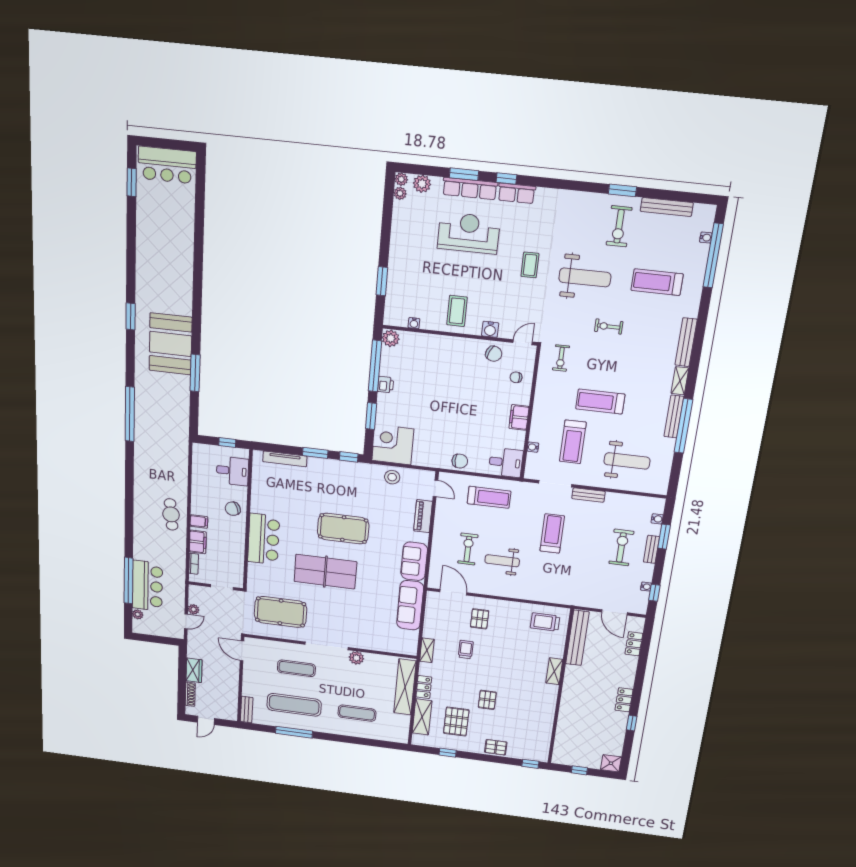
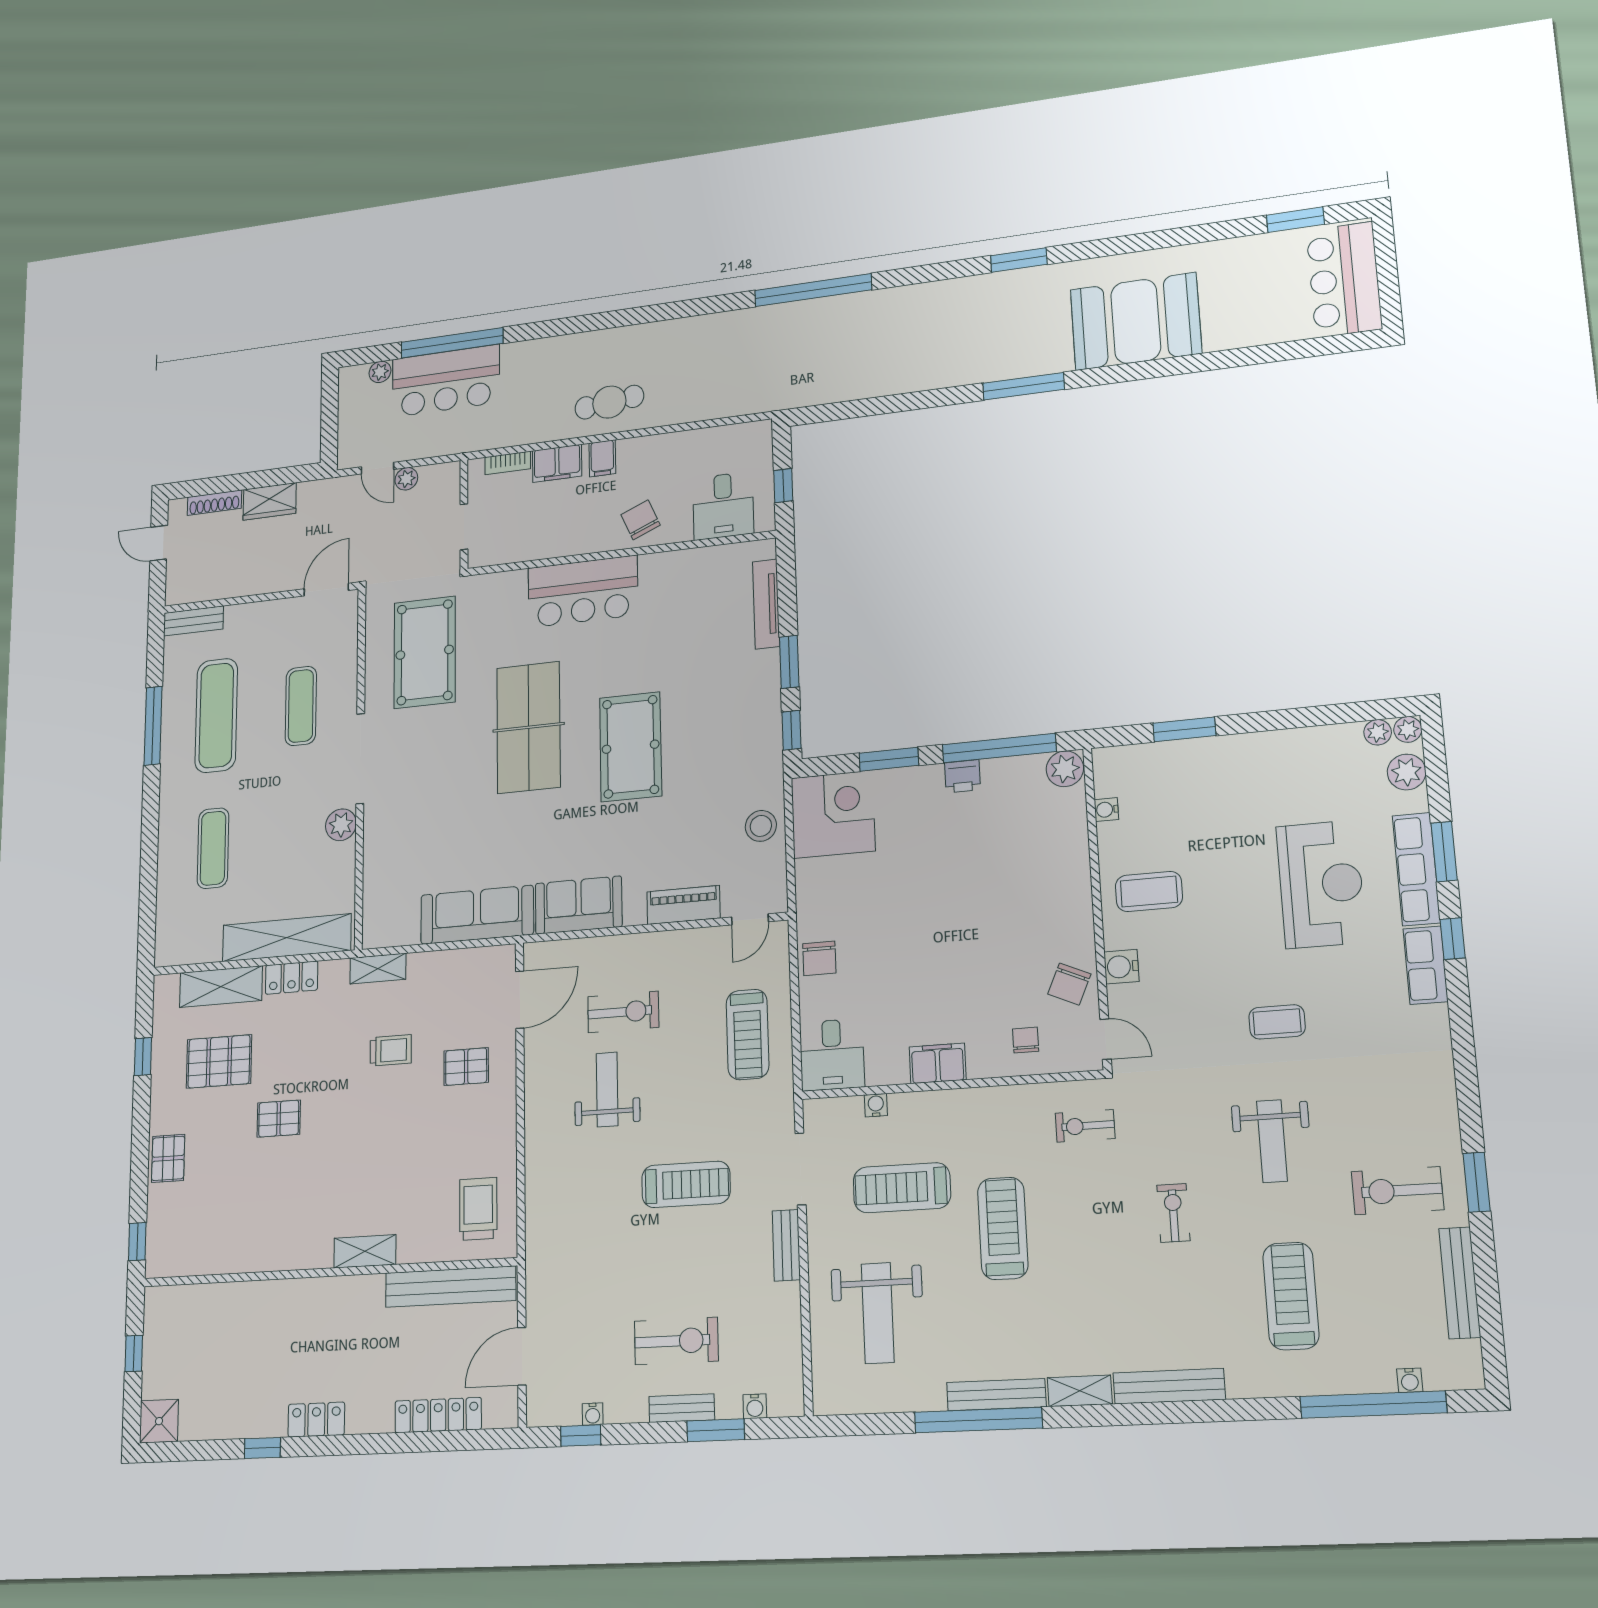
weight bench: (585, 277) -> (1272, 1141), width x0.73, depth x0.75
booth: (170, 344) -> (1136, 321), moved
window: (195, 373) -> (1024, 386), moved
locker: (634, 644) -> (438, 1415), width x1.53

